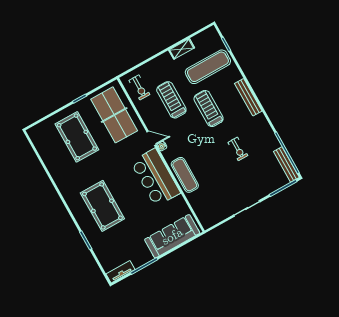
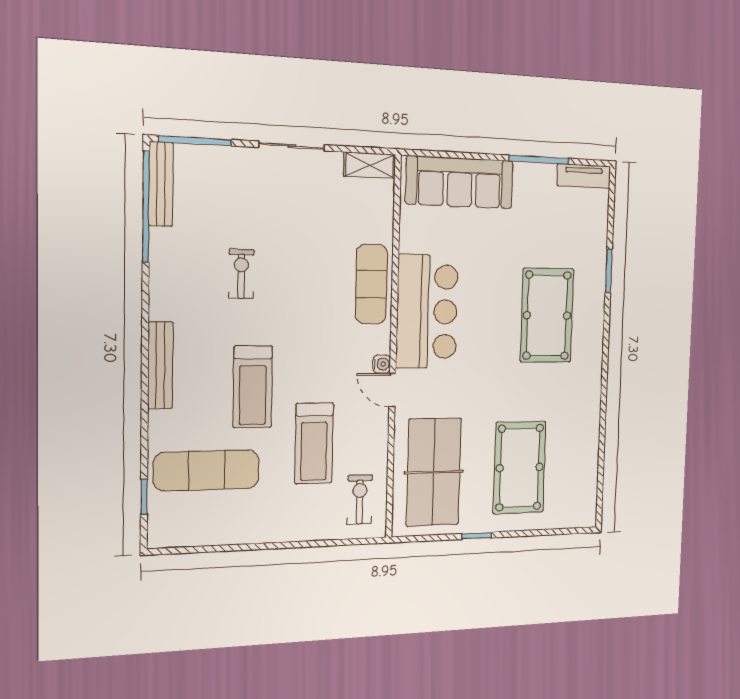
shelving: (182, 49) -> (370, 165), moved

